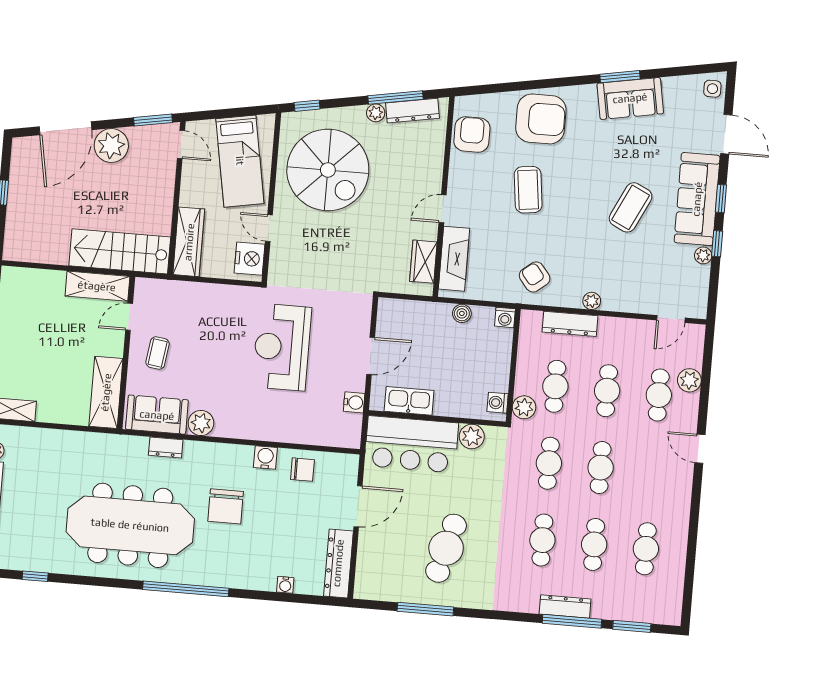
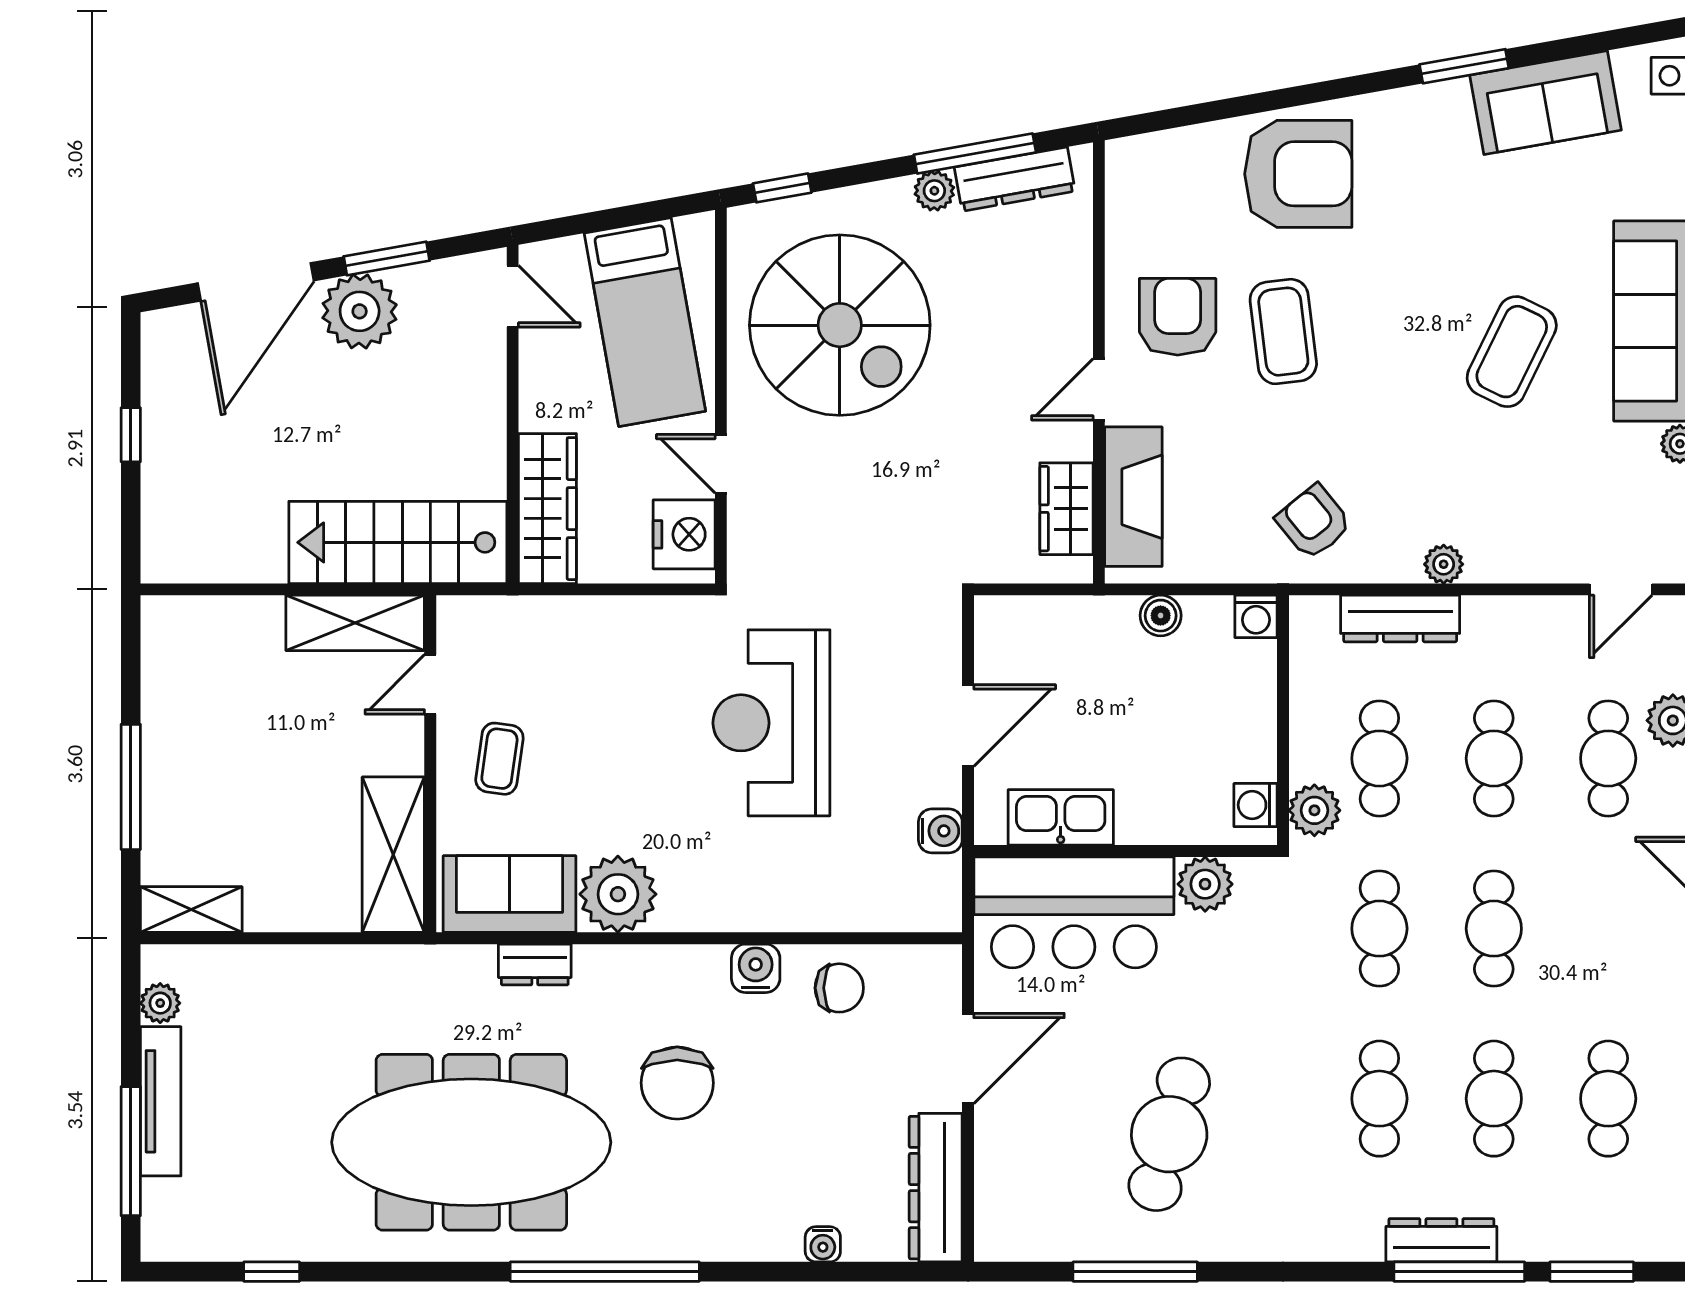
sofa: (630, 98) -> (1546, 103), moved
window: (153, 120) -> (387, 259), moved
armchair: (472, 134) -> (1178, 317), moved
plant: (201, 423) -> (618, 894), width x1.36, depth x1.36

